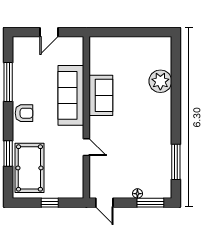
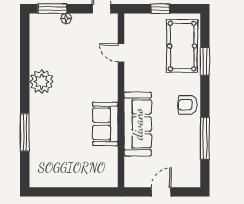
plant: (160, 81) -> (42, 82), moved
door: (86, 147) -> (121, 53), moved
window: (176, 162) -> (25, 132), moved

